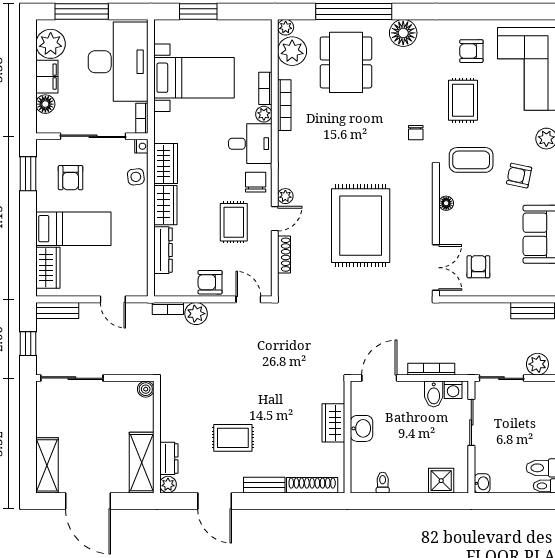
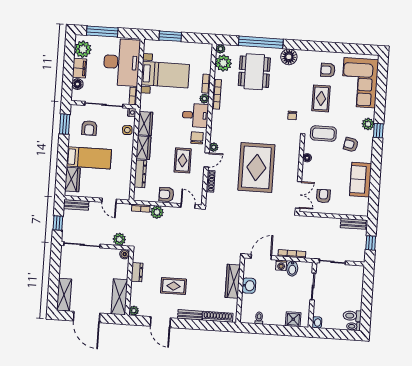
plant: (537, 364) -> (119, 239), moved
washing machine: (453, 390) -> (281, 265), moved
wardrobe: (333, 423) -> (233, 281), width x1.50
dresser: (169, 458) -> (137, 272), moved

